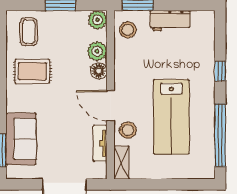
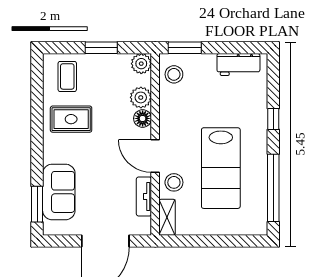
workbench: (170, 21) -> (238, 64), moved

